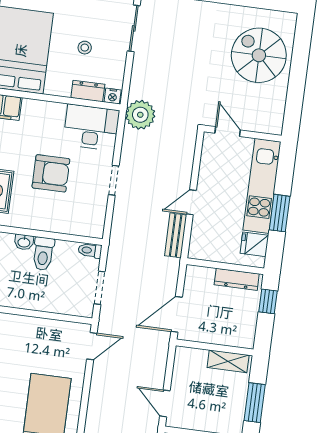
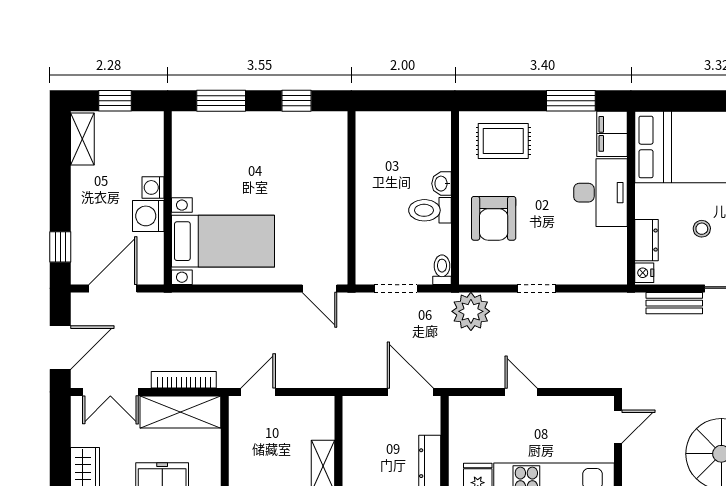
plant: (140, 115) -> (471, 311), moved
desk: (91, 127) -> (600, 193), moved
armchair: (51, 173) -> (494, 218), moved
bench: (176, 235) -> (674, 303), moved
door: (177, 314) -> (410, 392), moved

